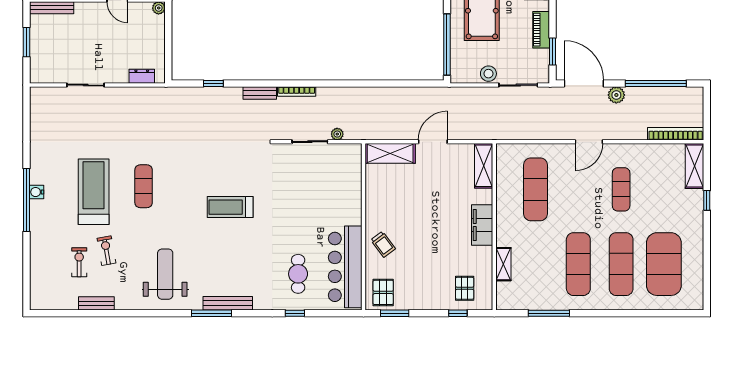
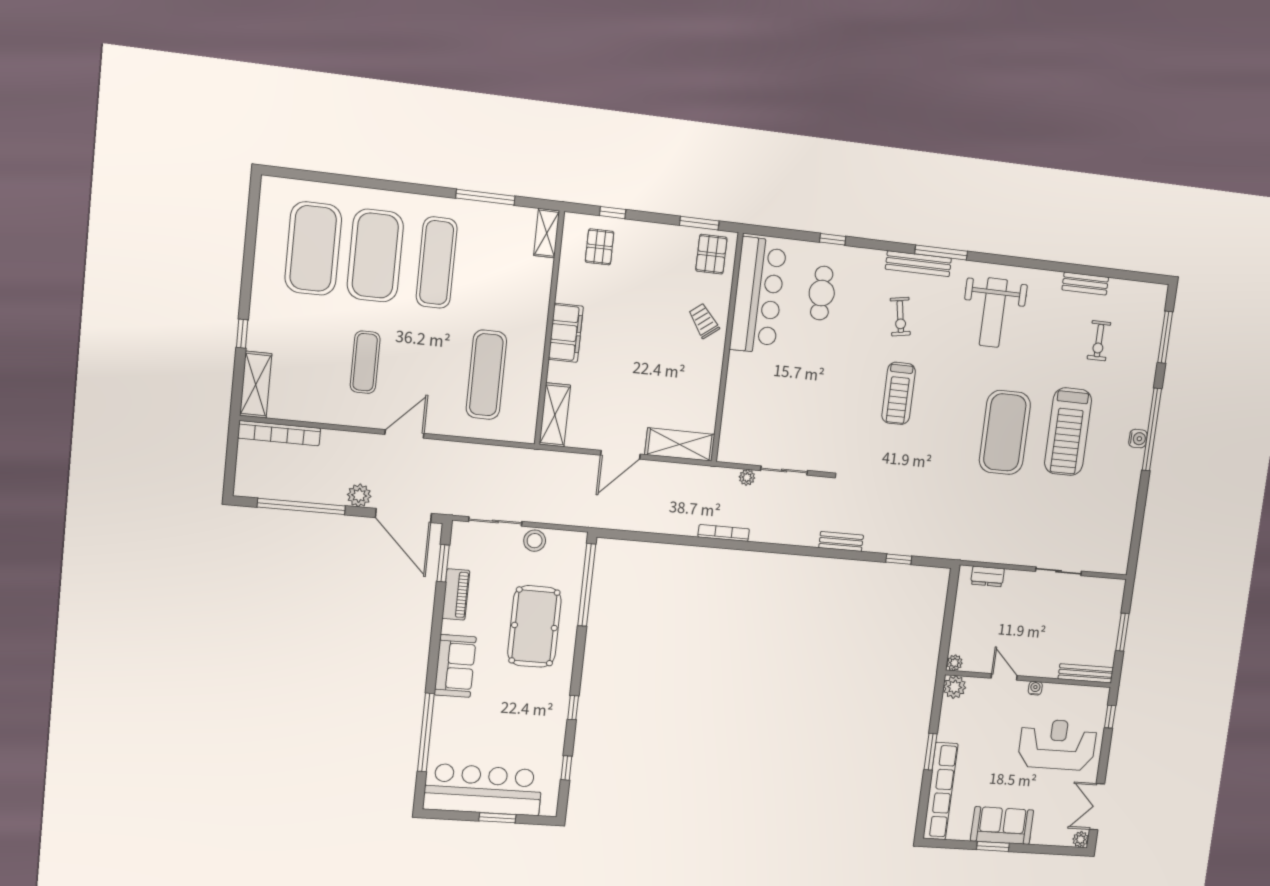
bookcase: (297, 91) -> (724, 533), moved
exercise mat: (144, 186) -> (1005, 432), width x2.00, depth x1.45
treadmill: (230, 207) -> (899, 393), turned 90
exercise bike: (106, 251) -> (900, 317), moved
shelving: (503, 264) -> (547, 233), moved
exercise mat: (621, 264) -> (375, 256), width x1.47
window: (27, 270) -> (1165, 337), added

